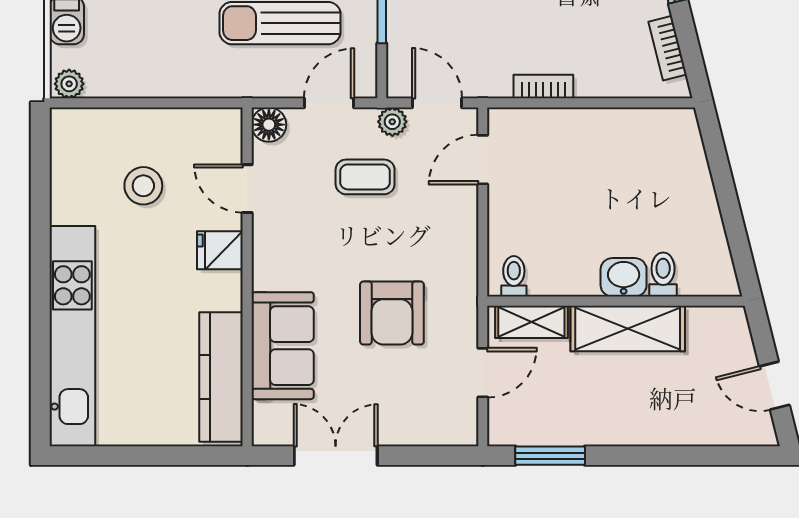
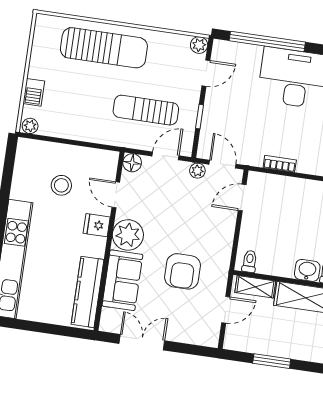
coffee table: (365, 177) -> (179, 198), removed
plant: (281, 260) -> (128, 235), added
window: (550, 456) -> (272, 361), moved

